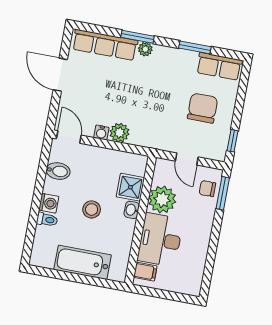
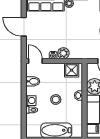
shower: (130, 187) -> (72, 70), moved

